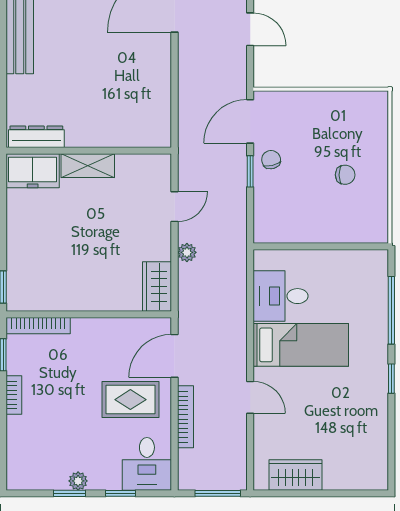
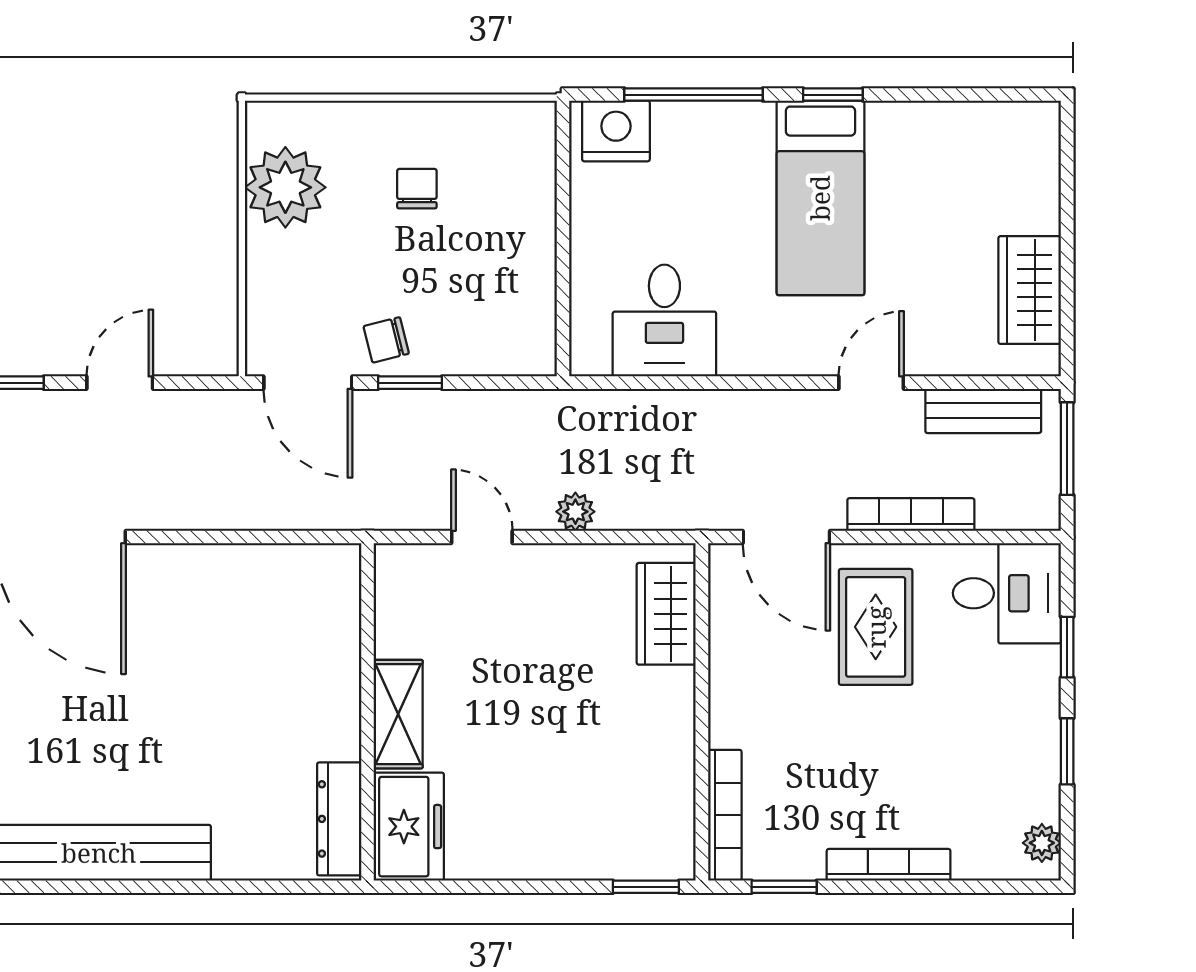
plant: (346, 110) -> (285, 187), added
nightstand: (373, 272) -> (616, 131), added
wardrobe: (157, 286) -> (666, 614), moved, turned 90
bed: (301, 345) -> (820, 198), moved, turned 180
bookcase: (14, 395) -> (889, 865), width x1.56
bench: (236, 452) -> (983, 411), added
plant: (78, 481) -> (1042, 843), moved

